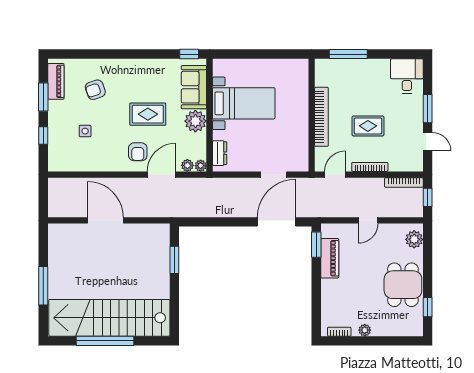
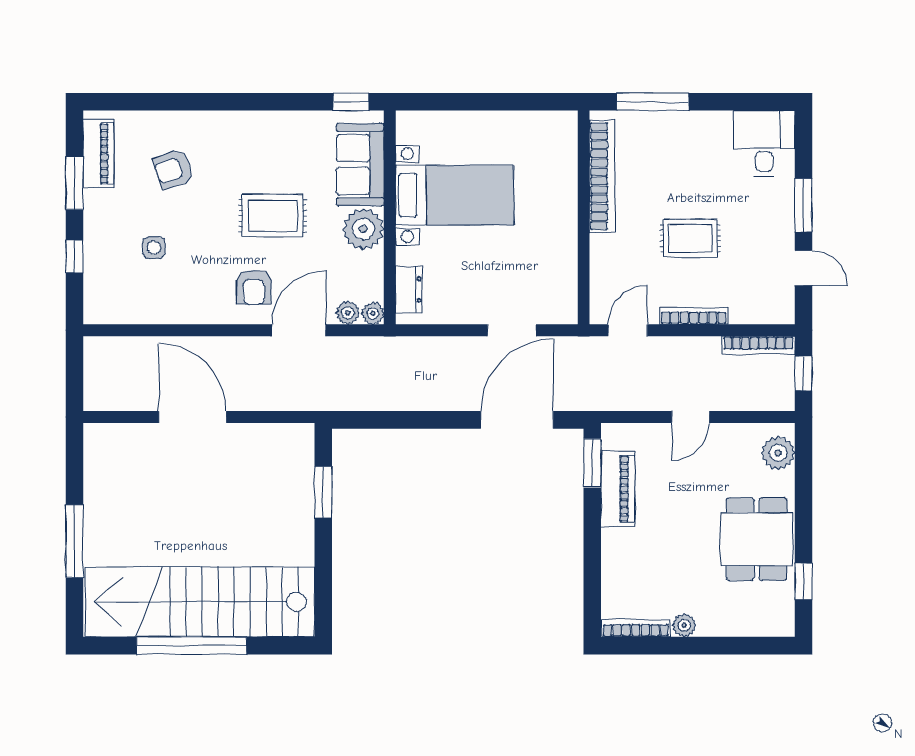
bookcase: (321, 117) -> (602, 176), moved
bookcase: (339, 332) -> (636, 628), width x1.56

